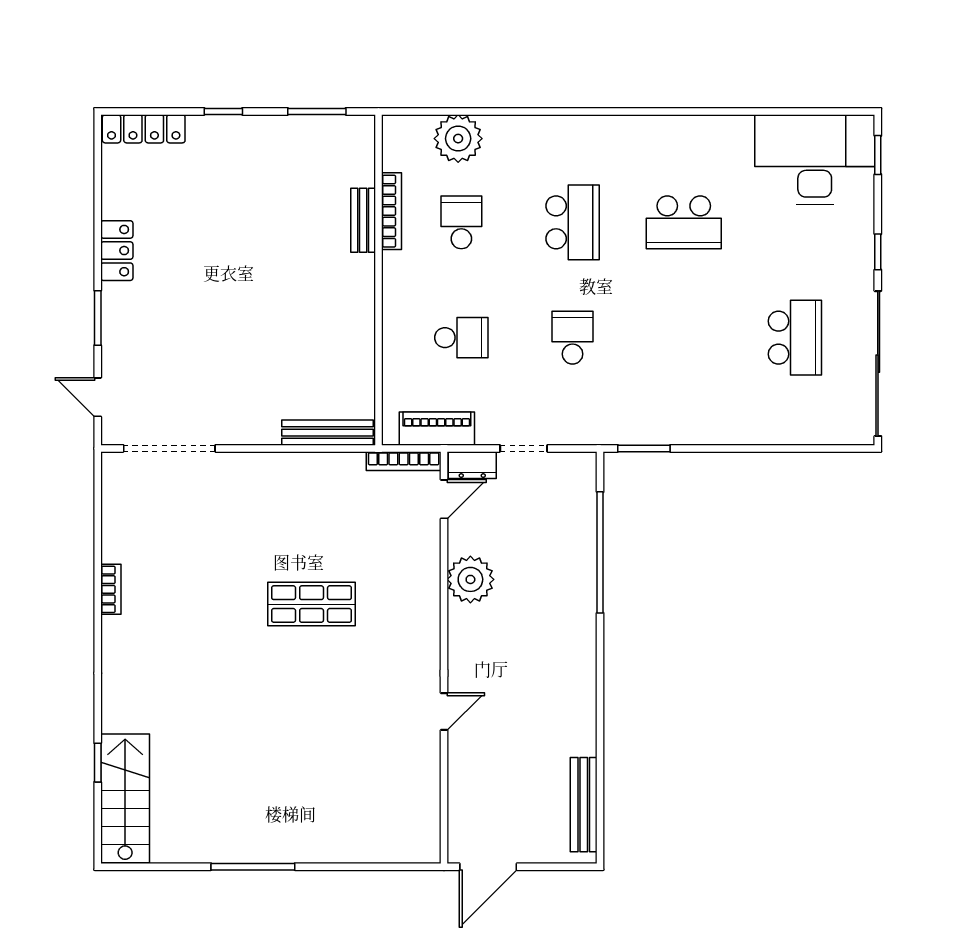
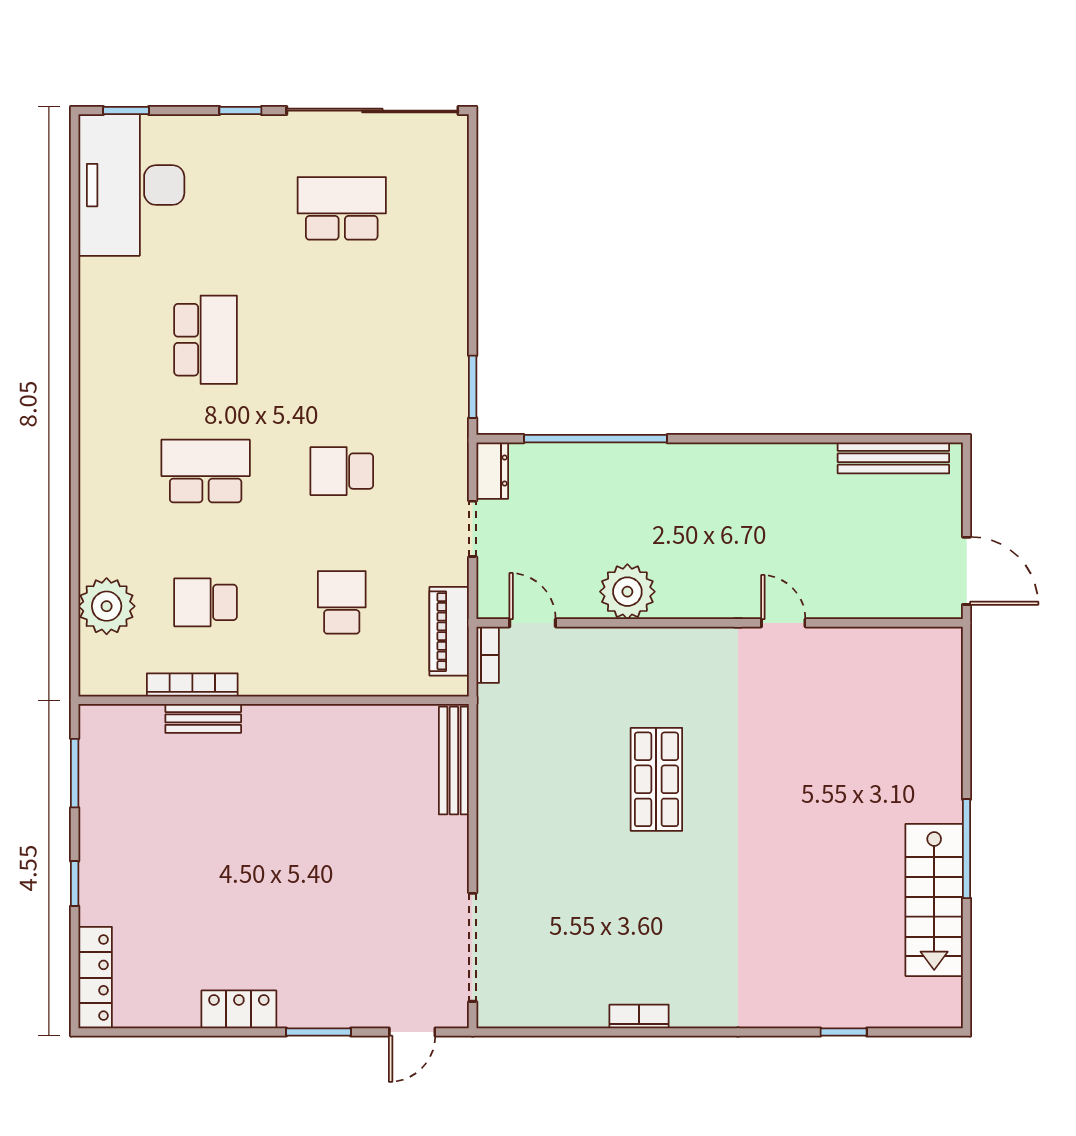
bookcase: (404, 461) -> (488, 655), width x0.64
dresser: (472, 465) -> (492, 471), moved
stairs: (125, 798) -> (934, 900), moved, turned -90

